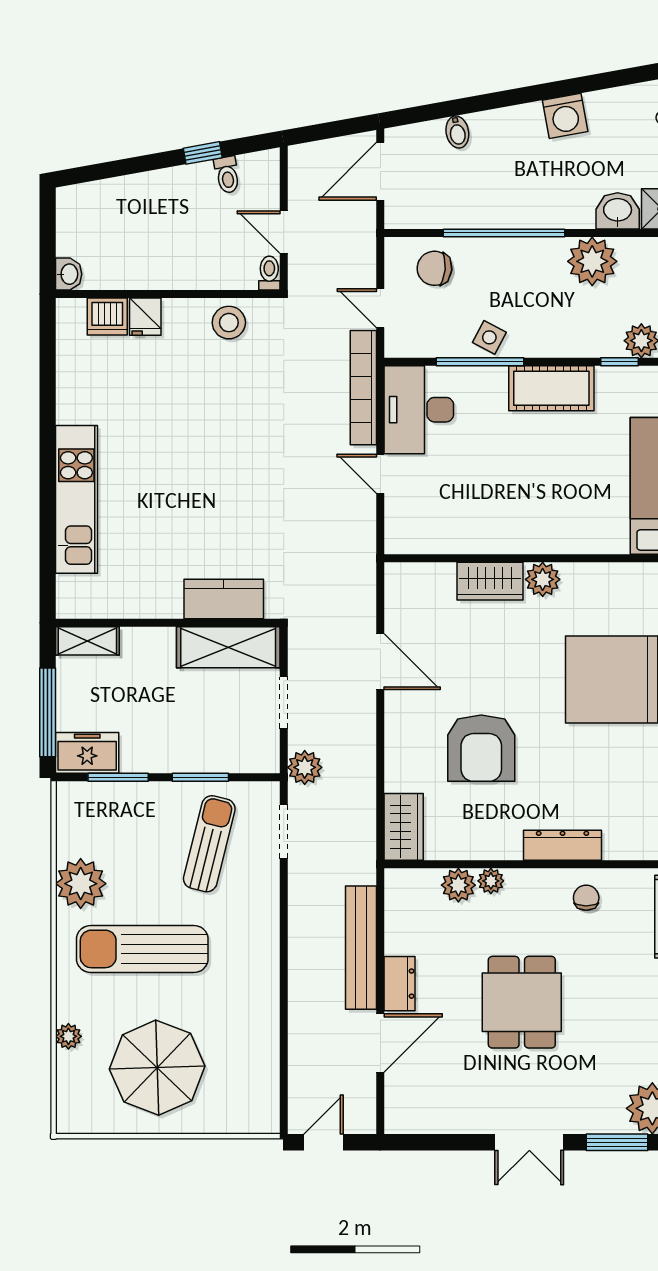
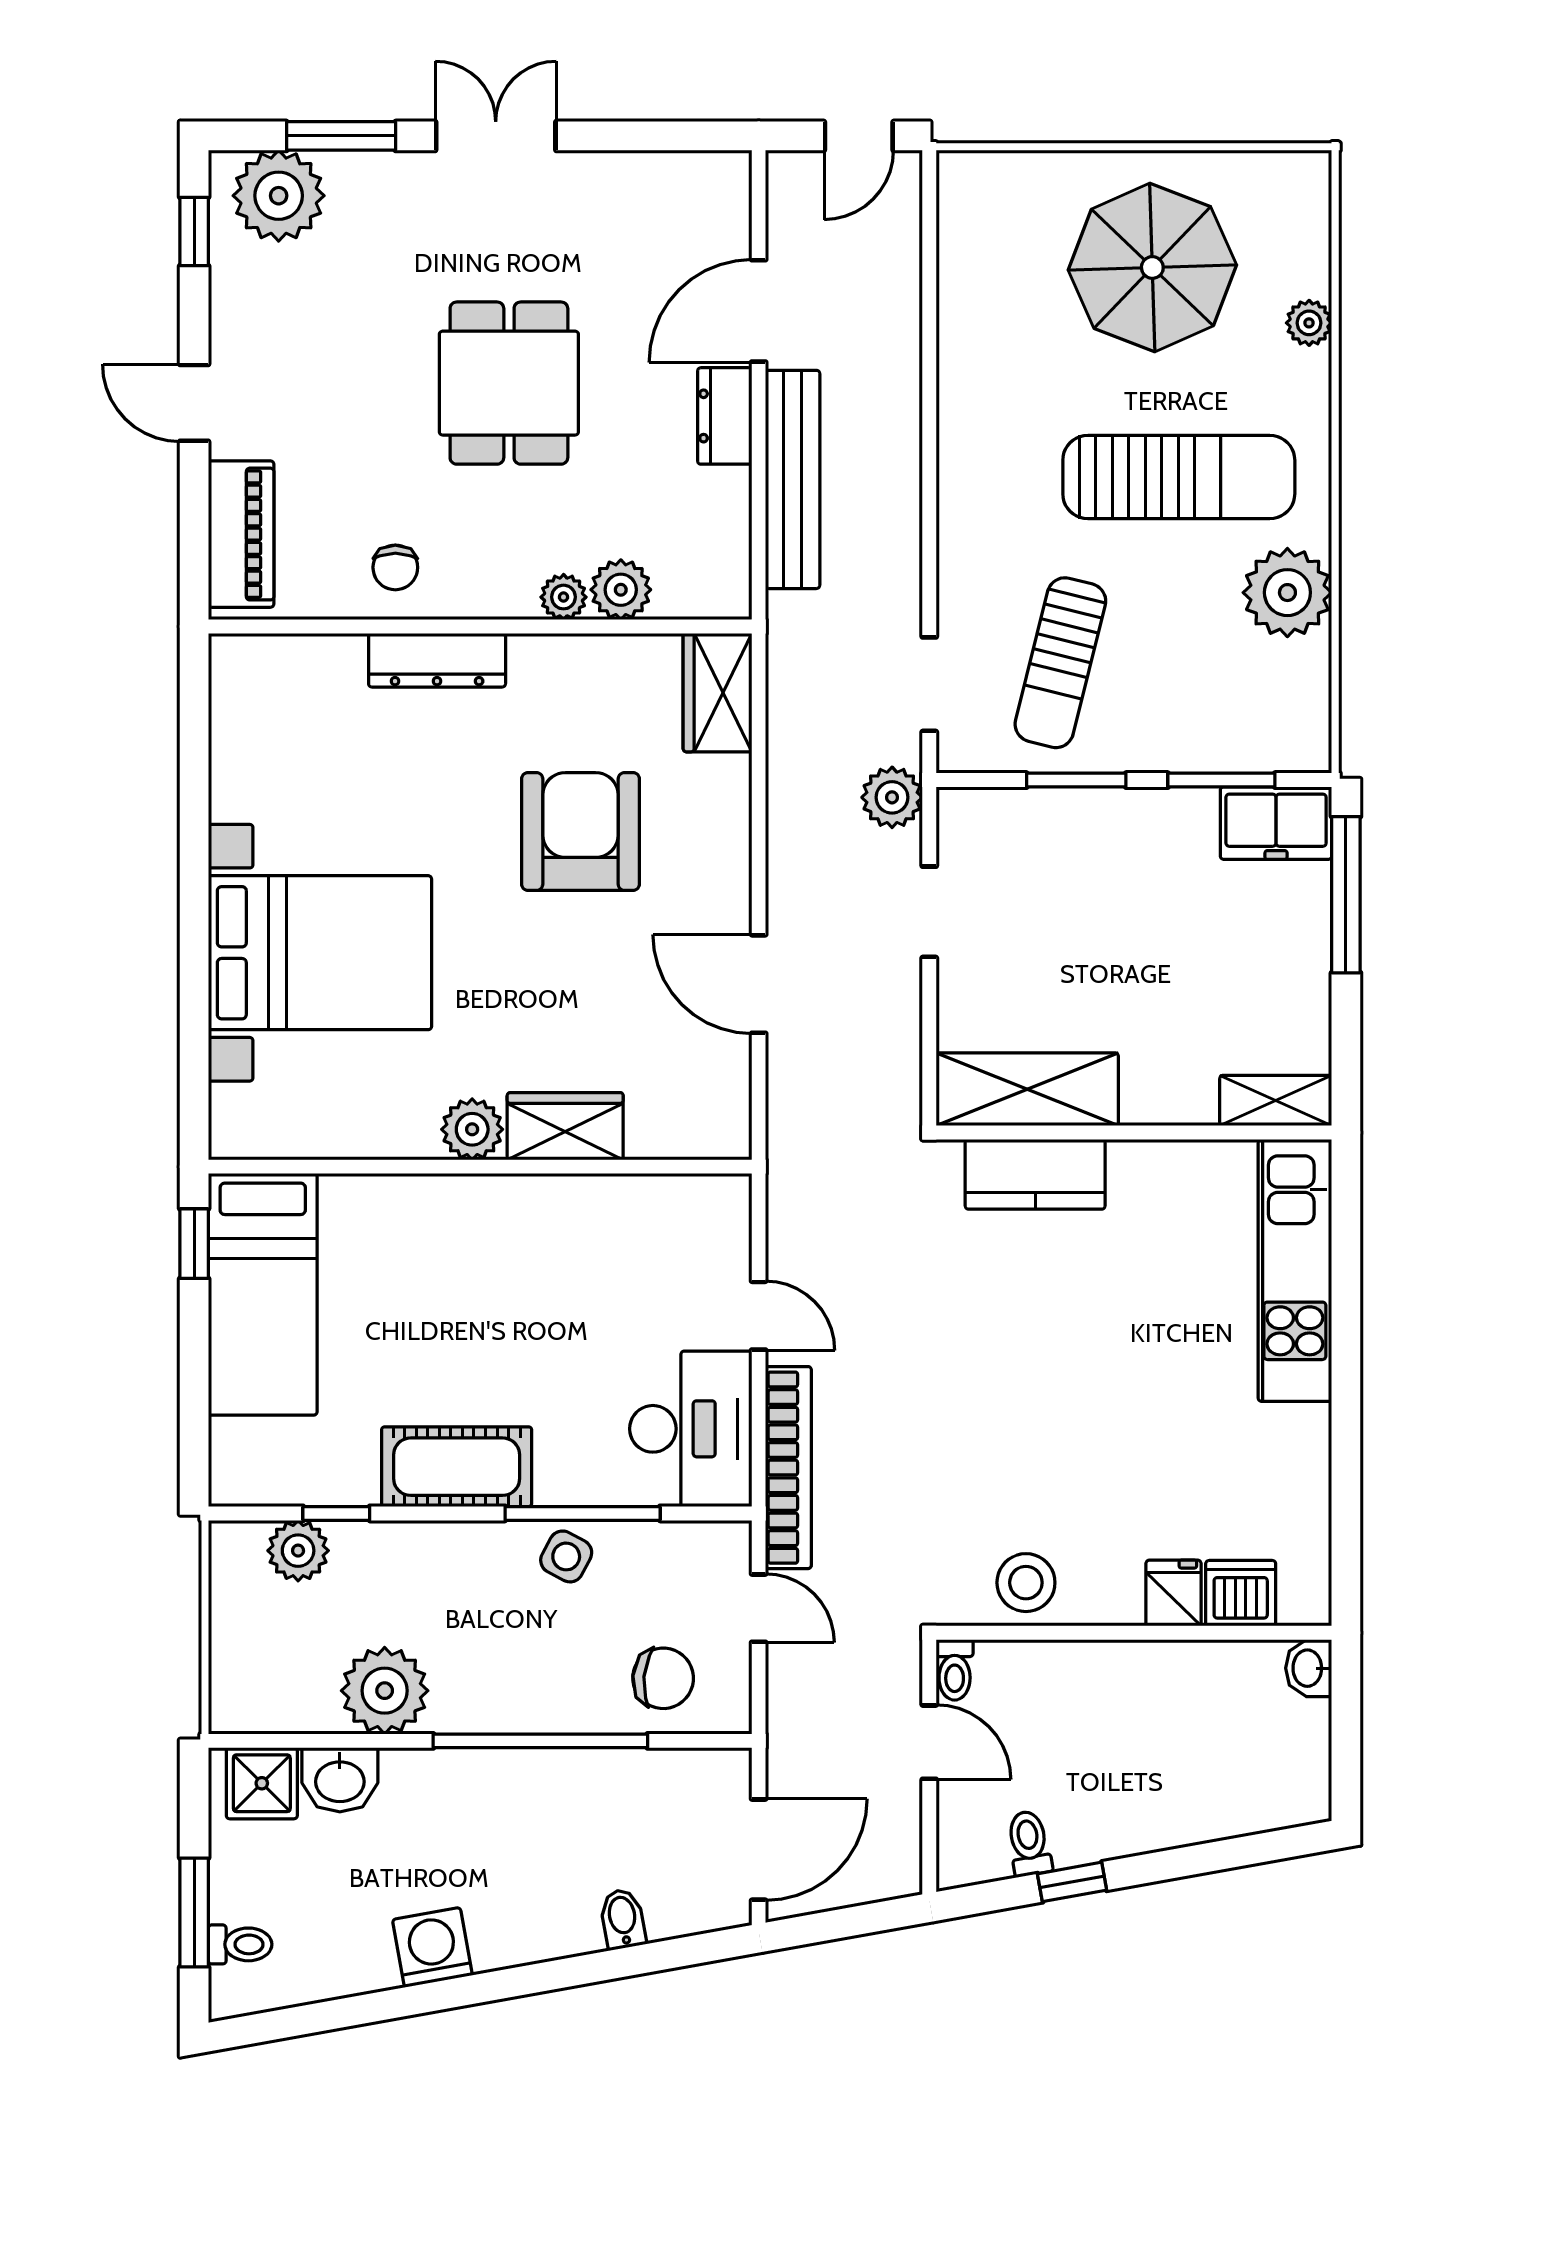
kitchen counter: (224, 599) -> (1035, 1174), moved
wall: (168, 623) -> (1134, 1133), moved
shelving: (87, 641) -> (1276, 1101), moved
shelving: (228, 647) -> (1027, 1089), moved

